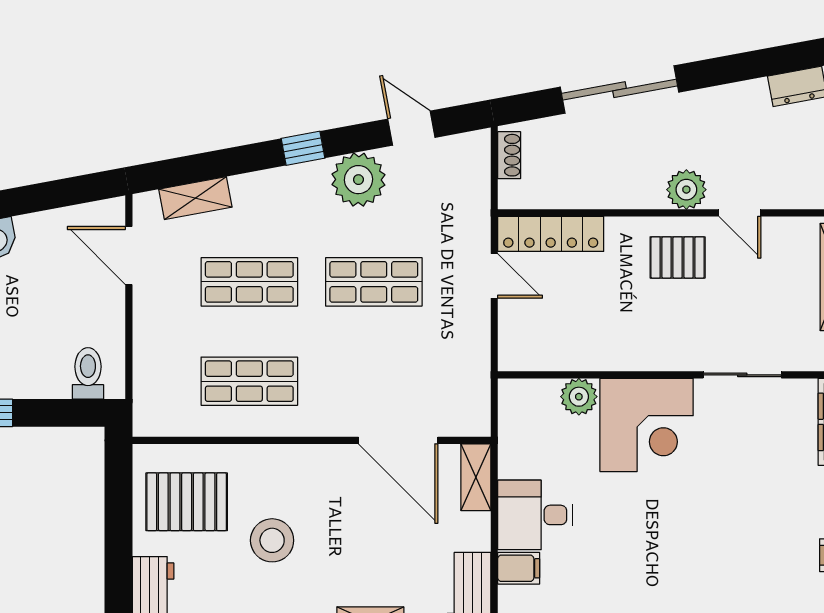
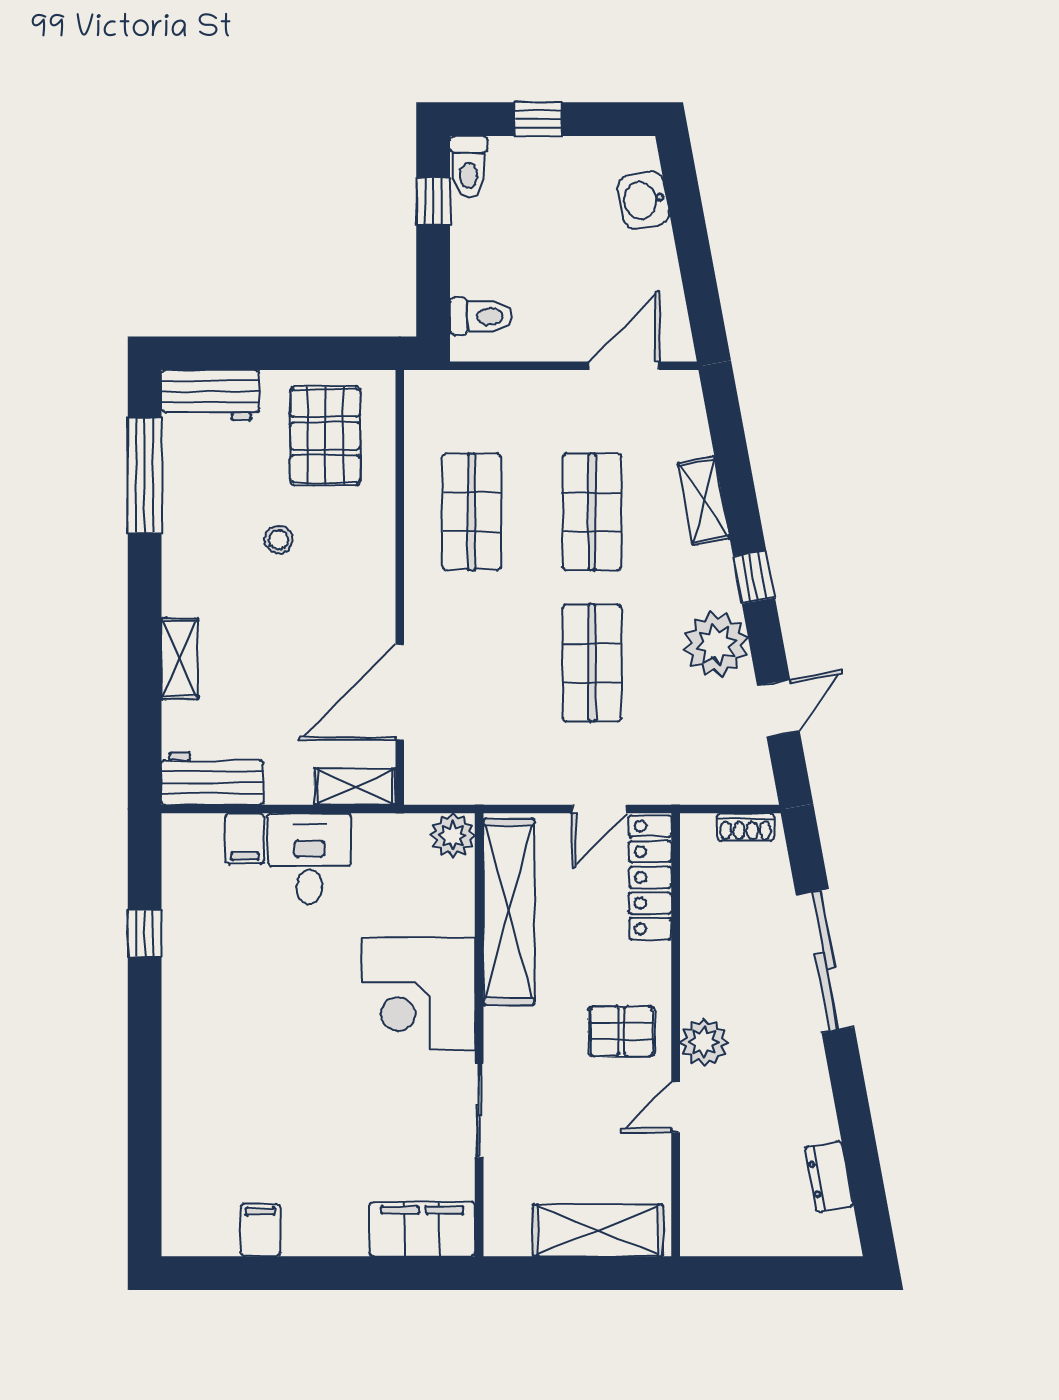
shelving: (195, 198) -> (704, 501), moved
pallet: (678, 257) -> (622, 1031), turned 90
shelving: (579, 350) -> (509, 912), added
plant: (579, 397) -> (453, 835), moved
stool: (272, 540) -> (278, 540), width x0.53, depth x0.53

